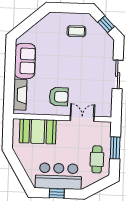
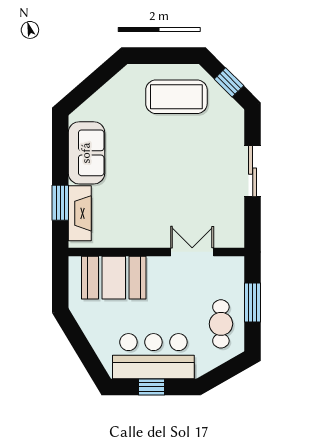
coffee table: (76, 31) -> (176, 97), width x1.86, depth x1.72
window: (9, 88) -> (60, 203), added
armchair: (59, 97) -> (149, 215), removed

